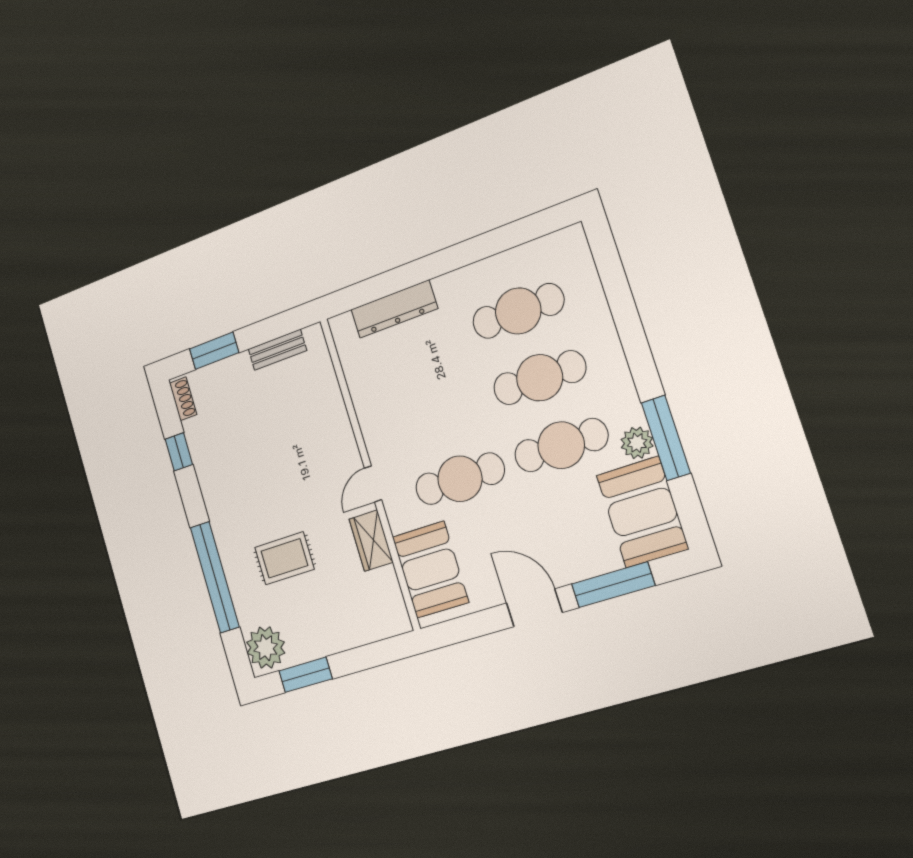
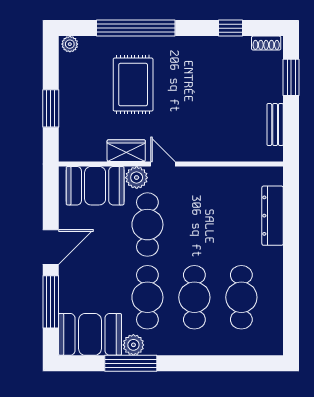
plant: (402, 515) -> (137, 178), added
rug: (284, 558) -> (133, 85), width x1.36, depth x1.43
plant: (266, 648) -> (70, 44), width x0.53, depth x0.53
window: (305, 675) -> (51, 108), moved

